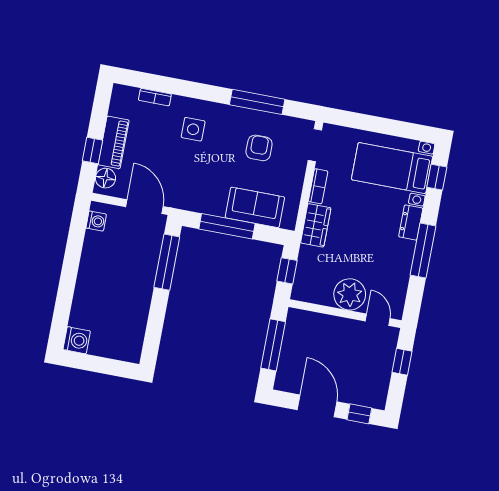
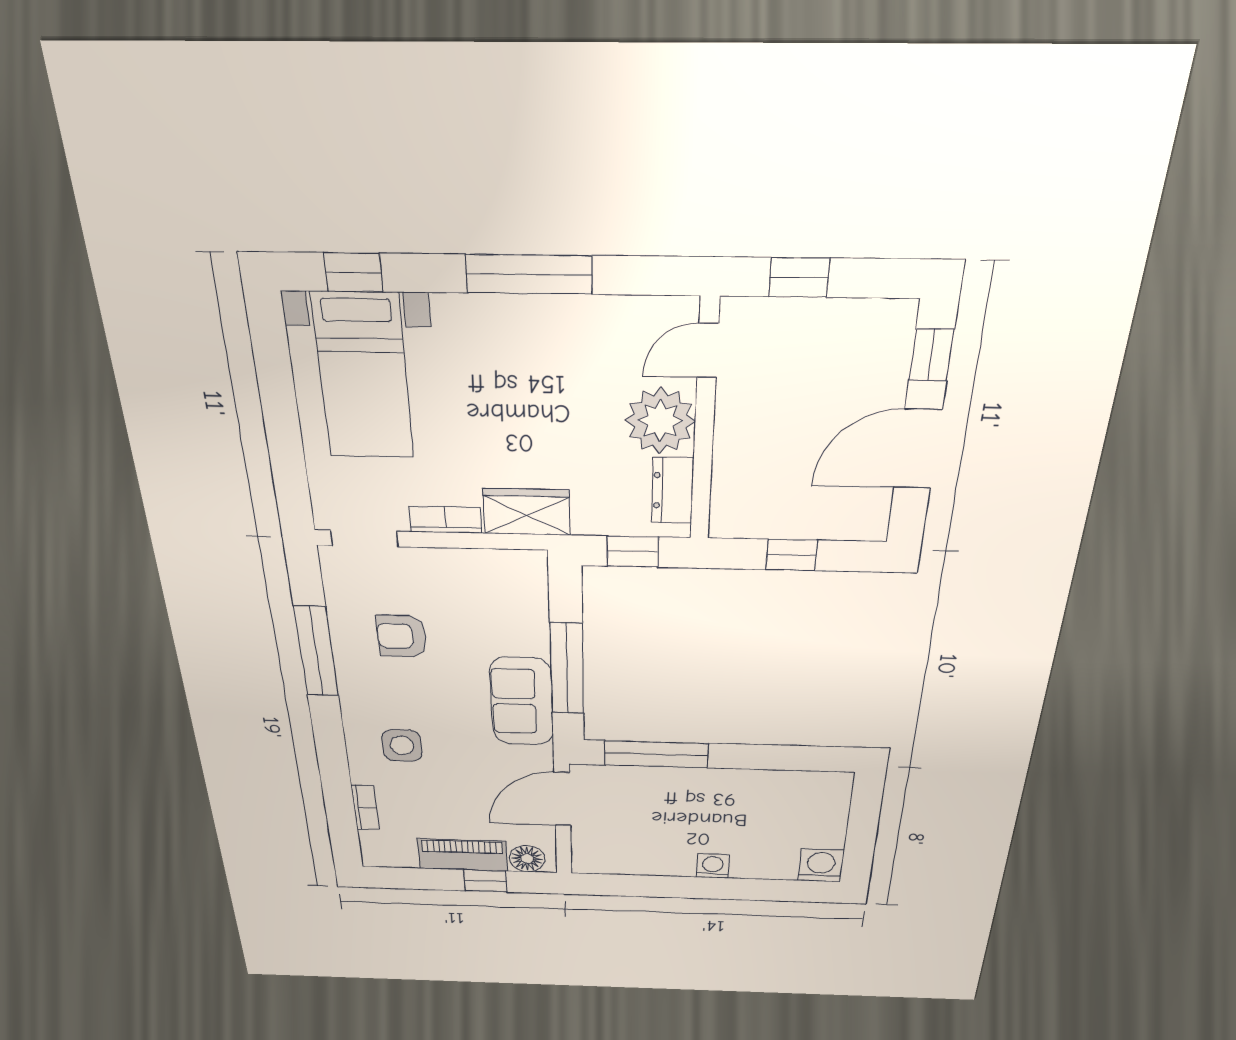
sofa: (255, 207) -> (522, 702), moved
washing machine: (96, 221) -> (713, 866), moved
dresser: (411, 222) -> (672, 490), moved, turned 90
window: (273, 345) -> (792, 555), width x0.46

